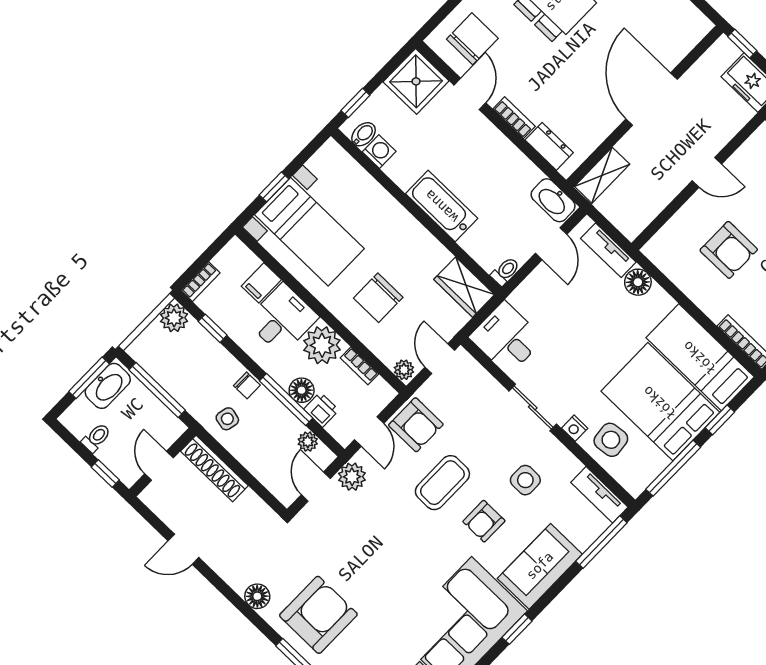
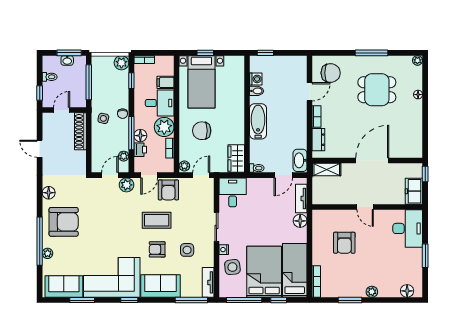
shower: (416, 81) -> (295, 67), removed
bidet: (363, 134) -> (257, 91), moved
washbasin: (108, 386) -> (67, 60), width x0.52, depth x0.69

